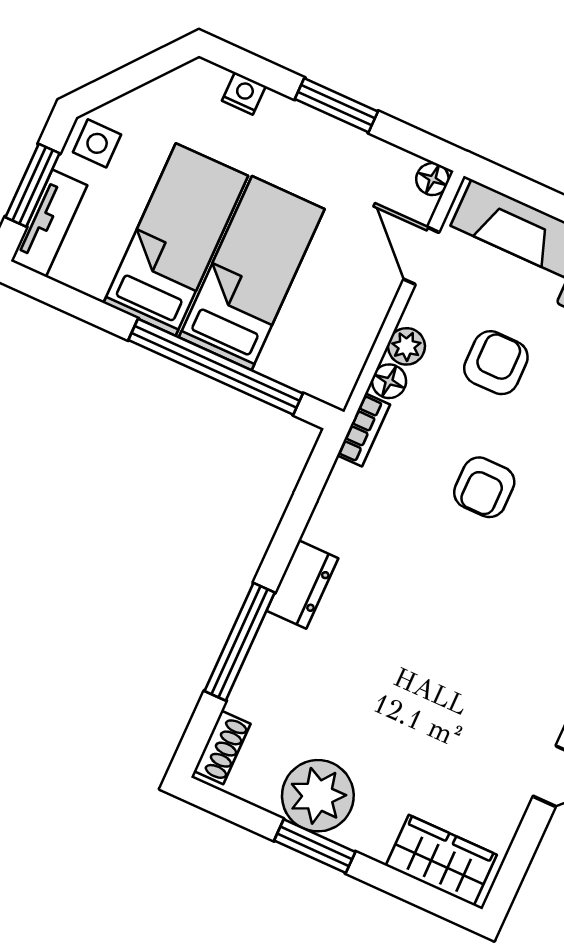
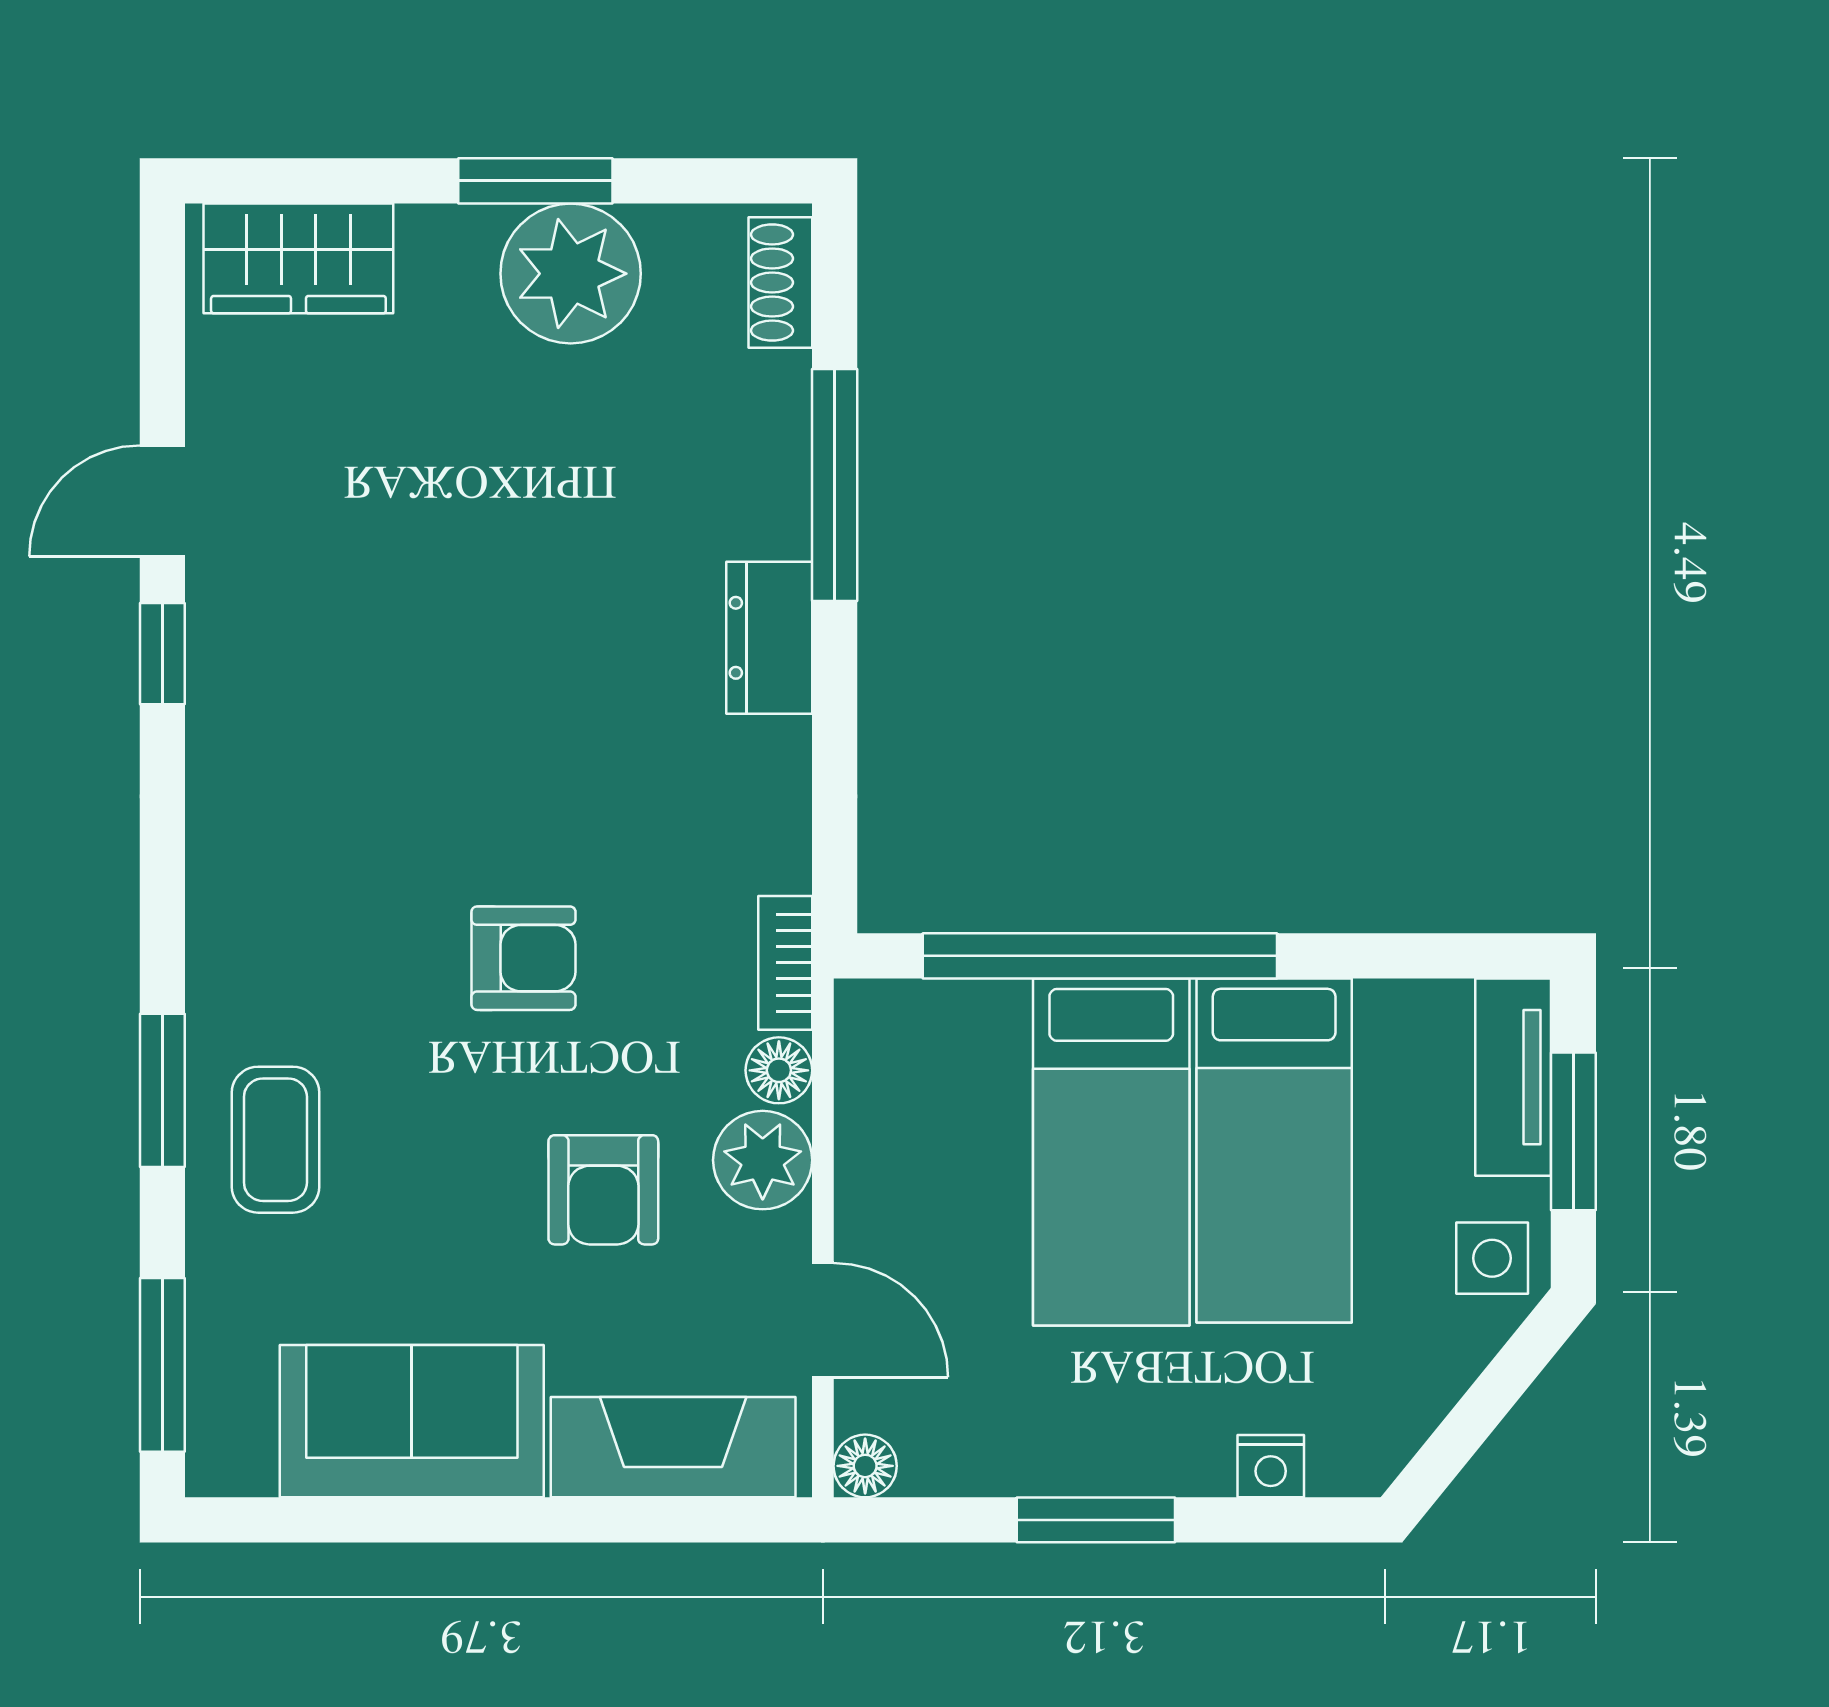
plant: (406, 346) -> (763, 1160), width x1.38, depth x1.38
armchair: (484, 487) -> (523, 958), turned 90

